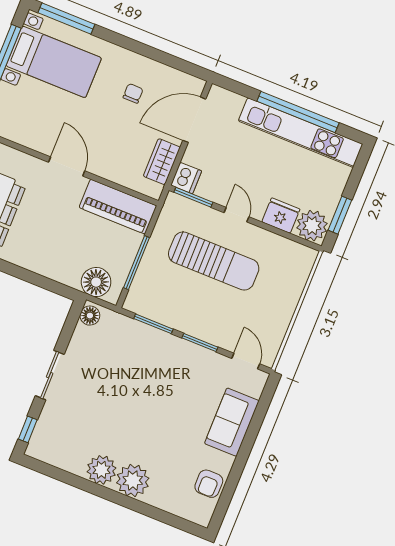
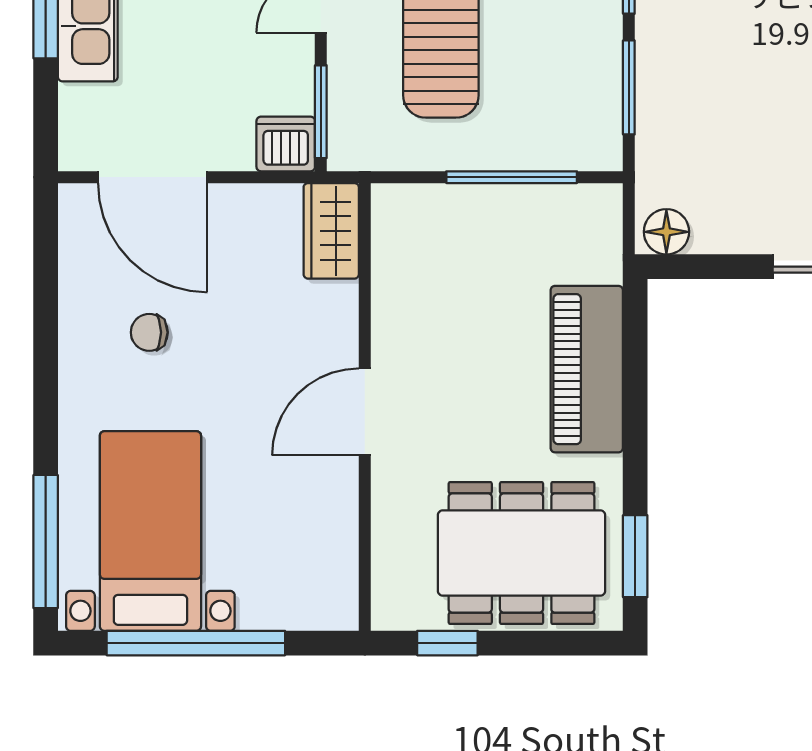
wardrobe: (162, 162) -> (331, 231), moved, turned 90
piano: (118, 207) -> (587, 369), moved, turned 180
floor lamp: (96, 282) -> (589, 248), removed

